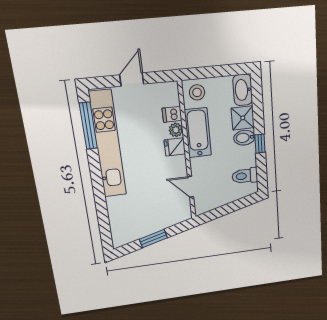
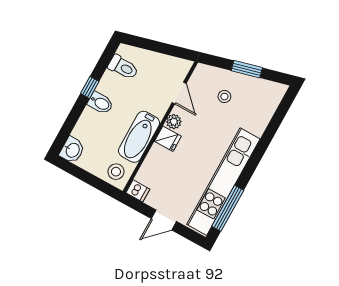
washbasin: (243, 90) -> (72, 150), width x0.72
dishwasher: (172, 114) -> (138, 191), moved
shower: (243, 118) -> (90, 122), removed
plant: (176, 130) -> (174, 122), moved
stool: (155, 208) -> (224, 97), added

